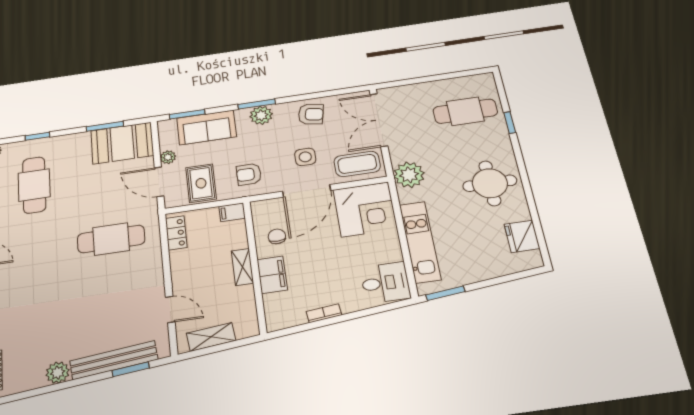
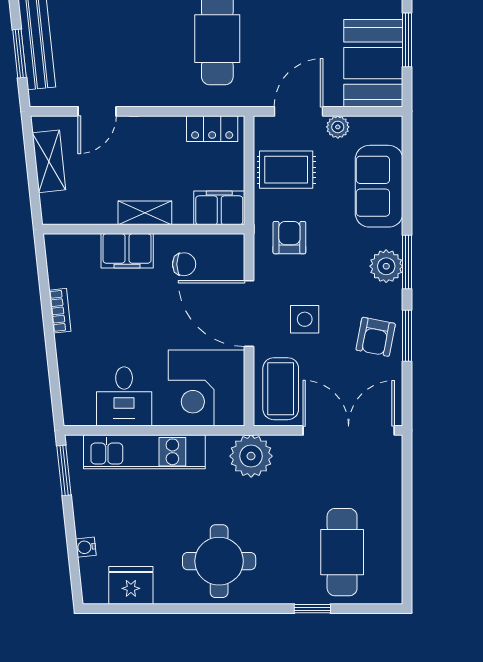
window: (187, 114) -> (407, 336), moved
filing cabinet: (232, 212) -> (219, 208), width x2.00
water cooler: (501, 270) -> (86, 547), added
desk: (385, 283) -> (124, 396), moved

